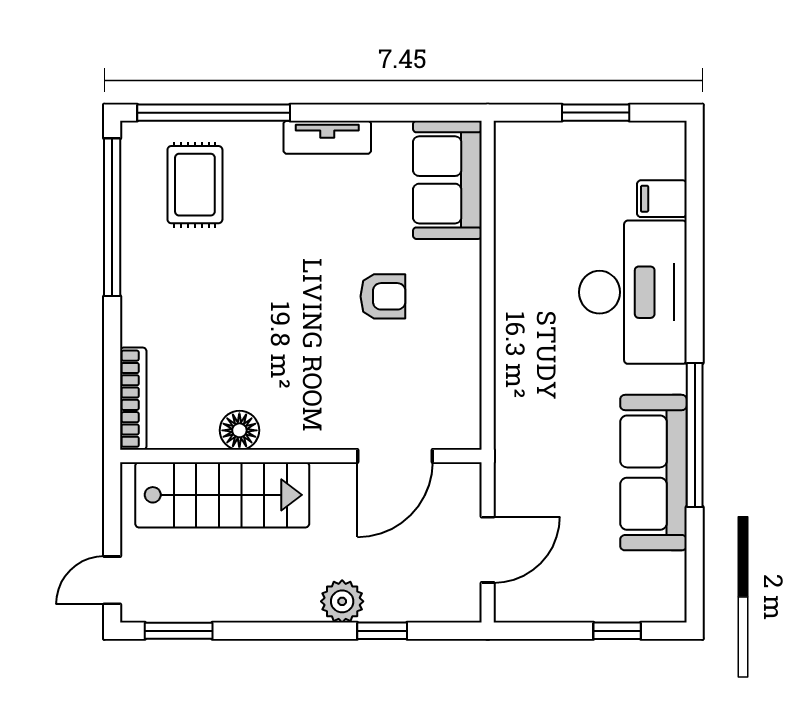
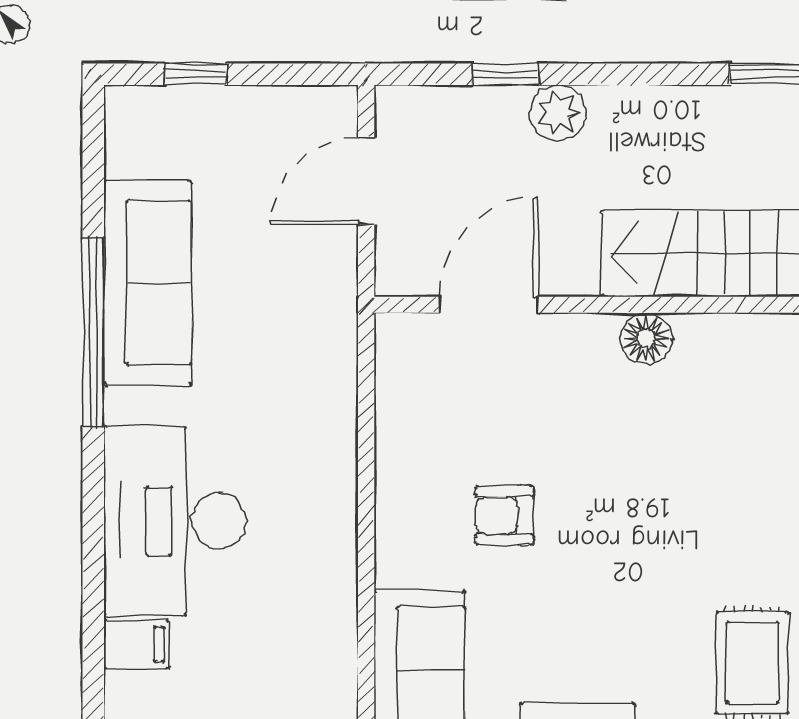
floor lamp: (239, 430) -> (646, 339), moved

